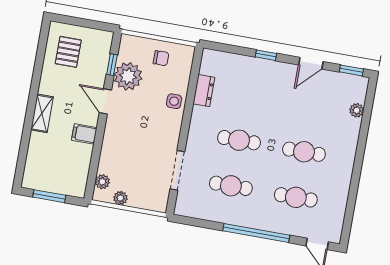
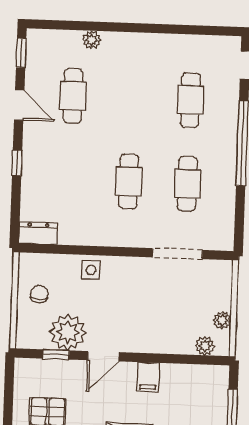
dresser: (204, 91) -> (38, 233), moved
plant: (357, 110) -> (92, 40), moved
cafe table: (304, 152) -> (73, 96), moved

